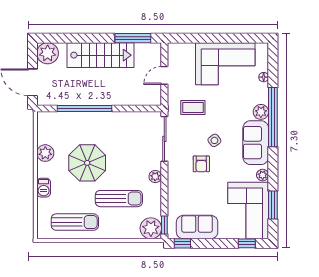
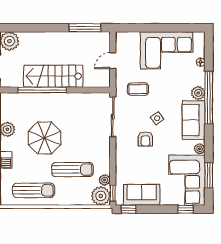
stairs: (101, 55) -> (53, 76), moved, turned 180
plant: (155, 176) -> (105, 180), moved

